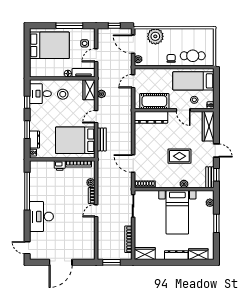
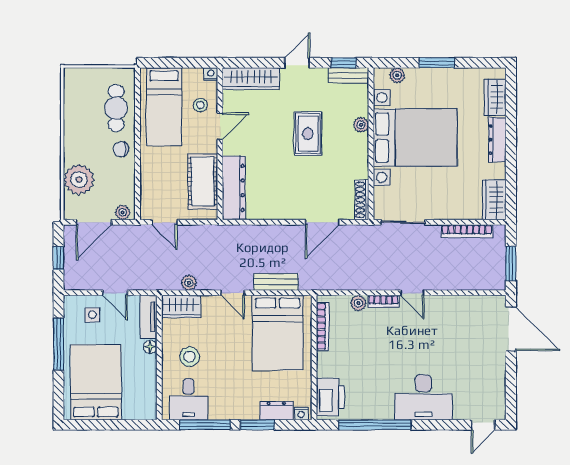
window: (27, 102) -> (205, 425), width x2.17
printer: (60, 165) -> (330, 397), moved, width x1.87, depth x1.48
bed with nightstands: (177, 212) -> (415, 137), width x1.36
door: (61, 262) -> (511, 329), moved

